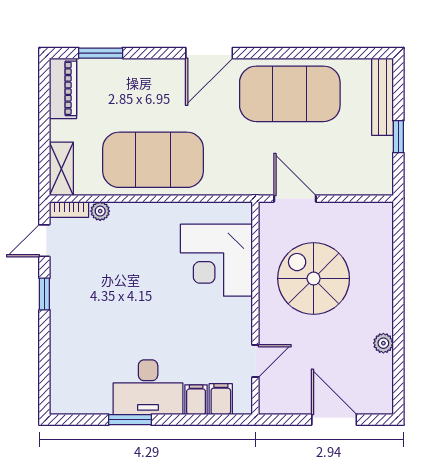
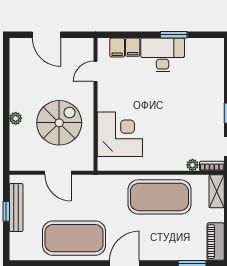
bench: (383, 97) -> (16, 208), moved
door: (295, 199) -> (58, 173), moved
spiral stairs: (314, 279) -> (59, 123), turned -90
plant: (383, 343) -> (16, 118), moved

